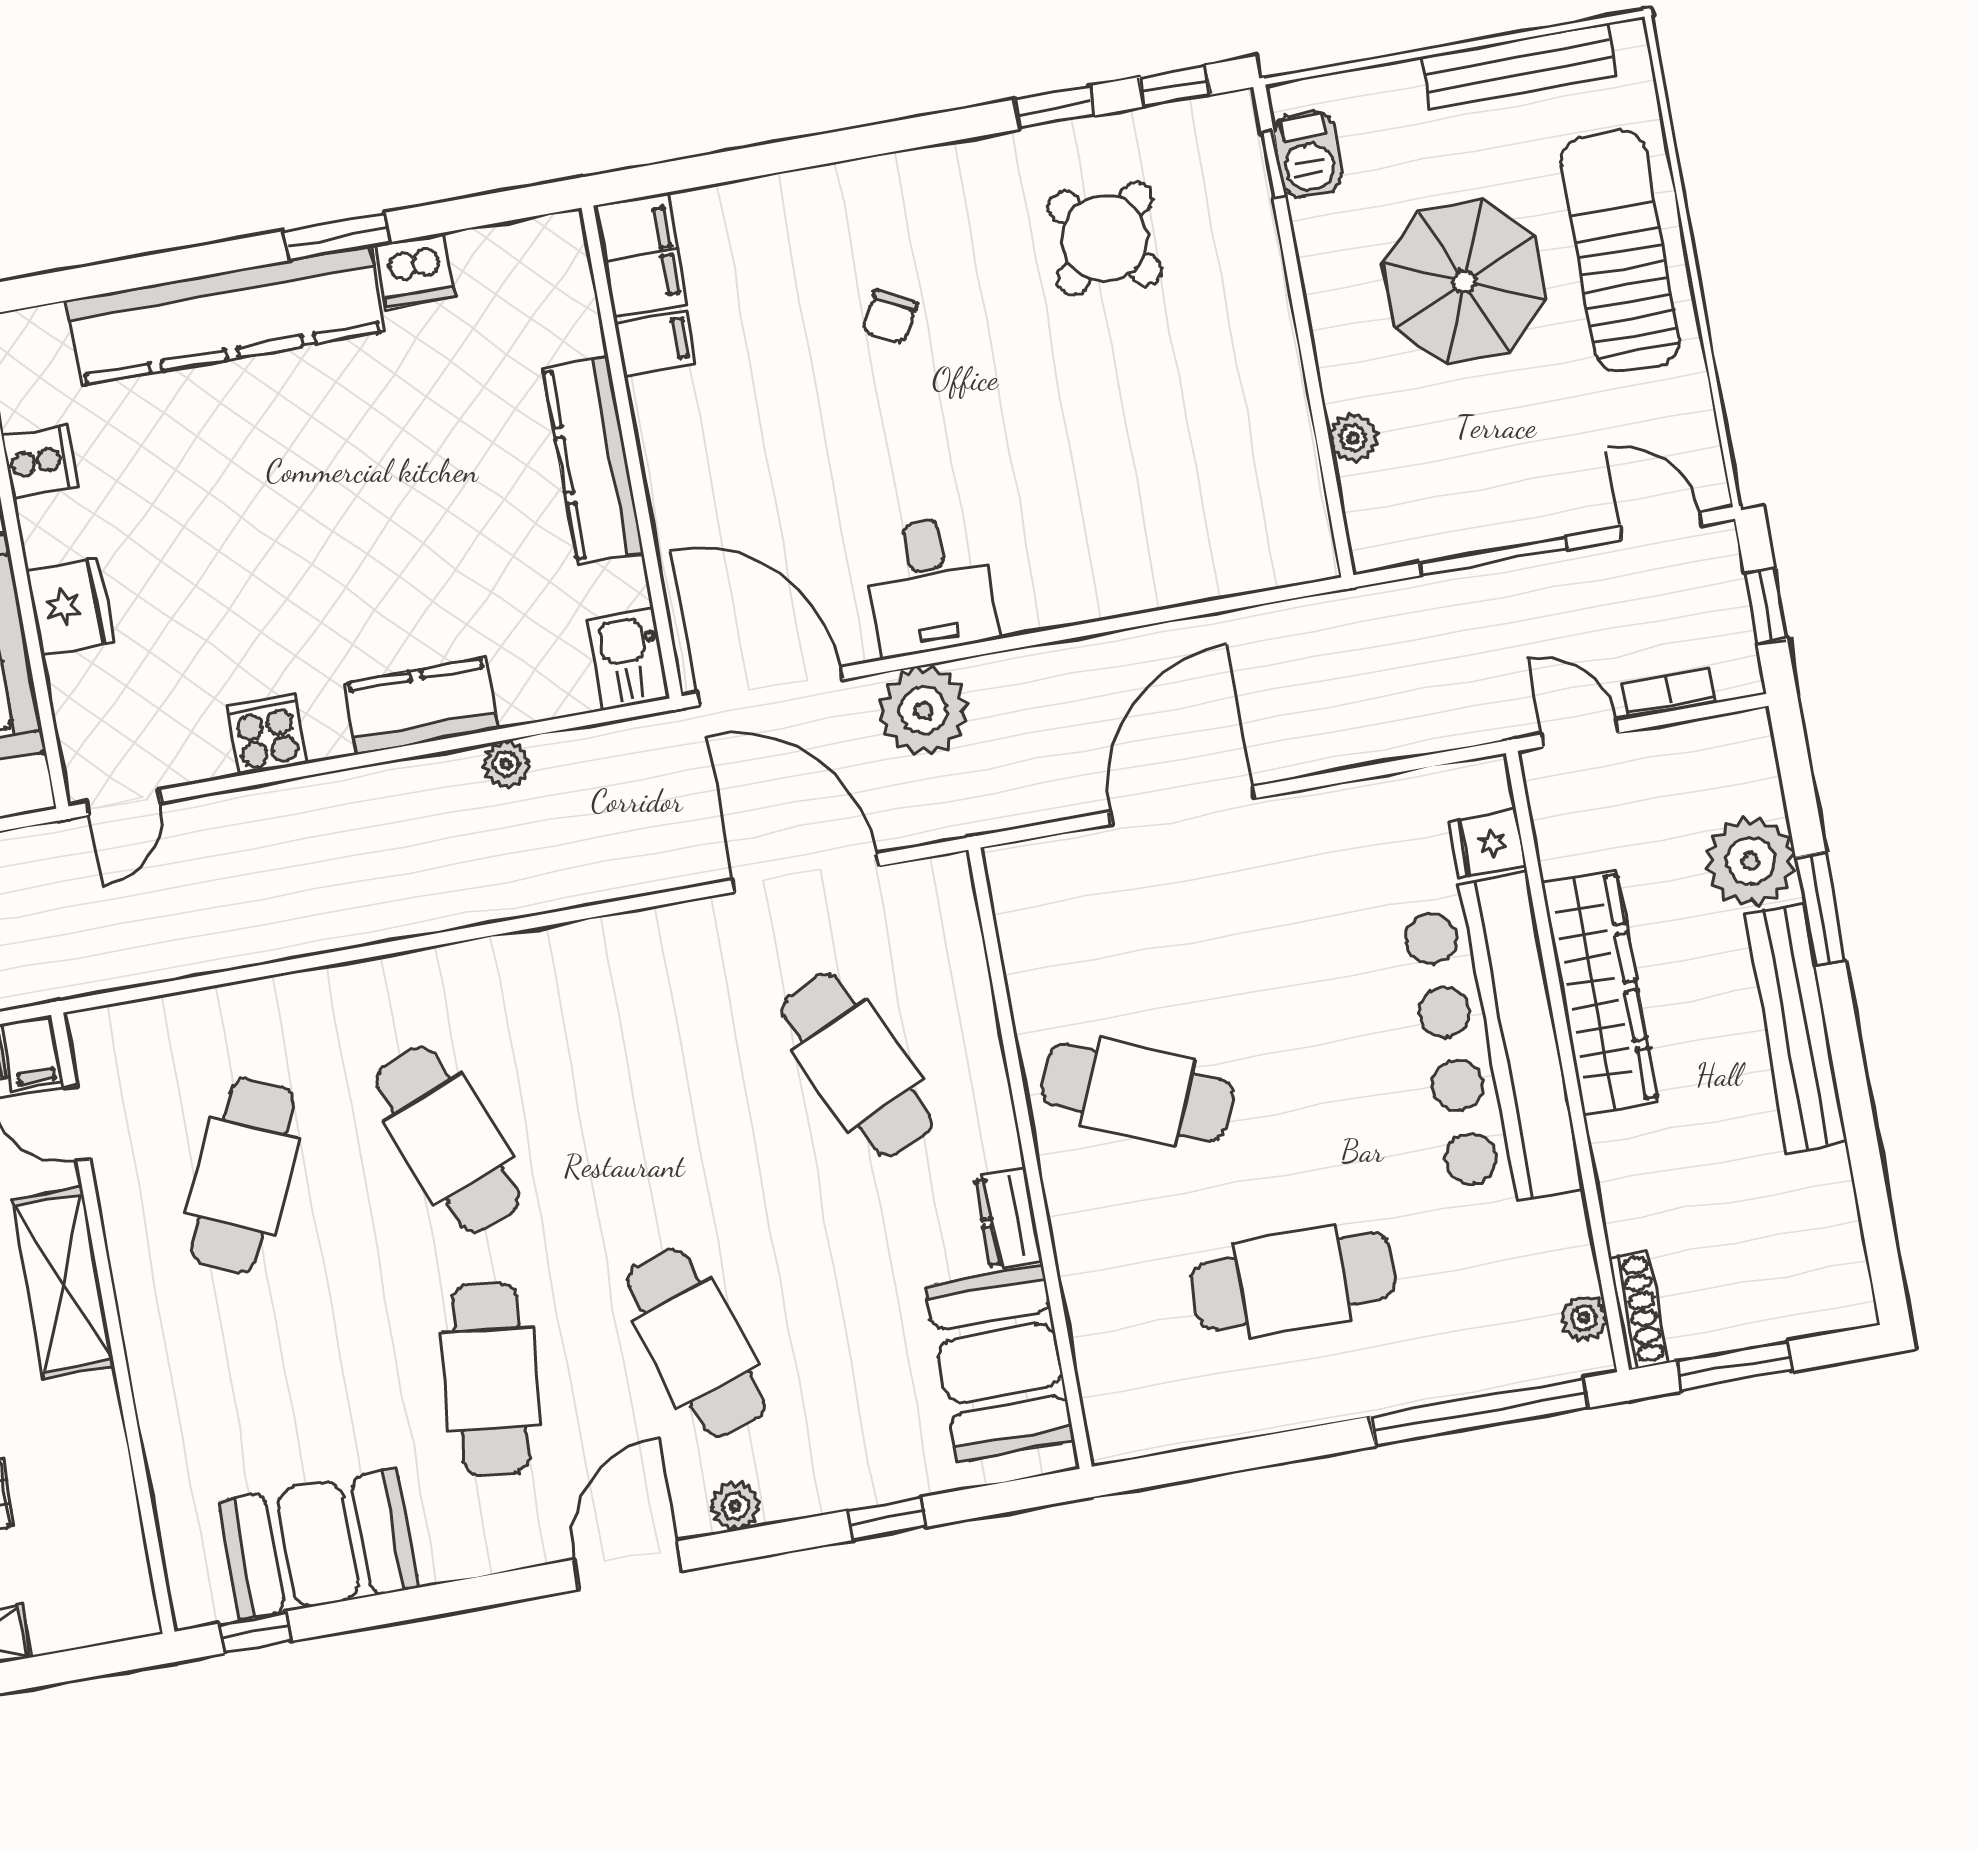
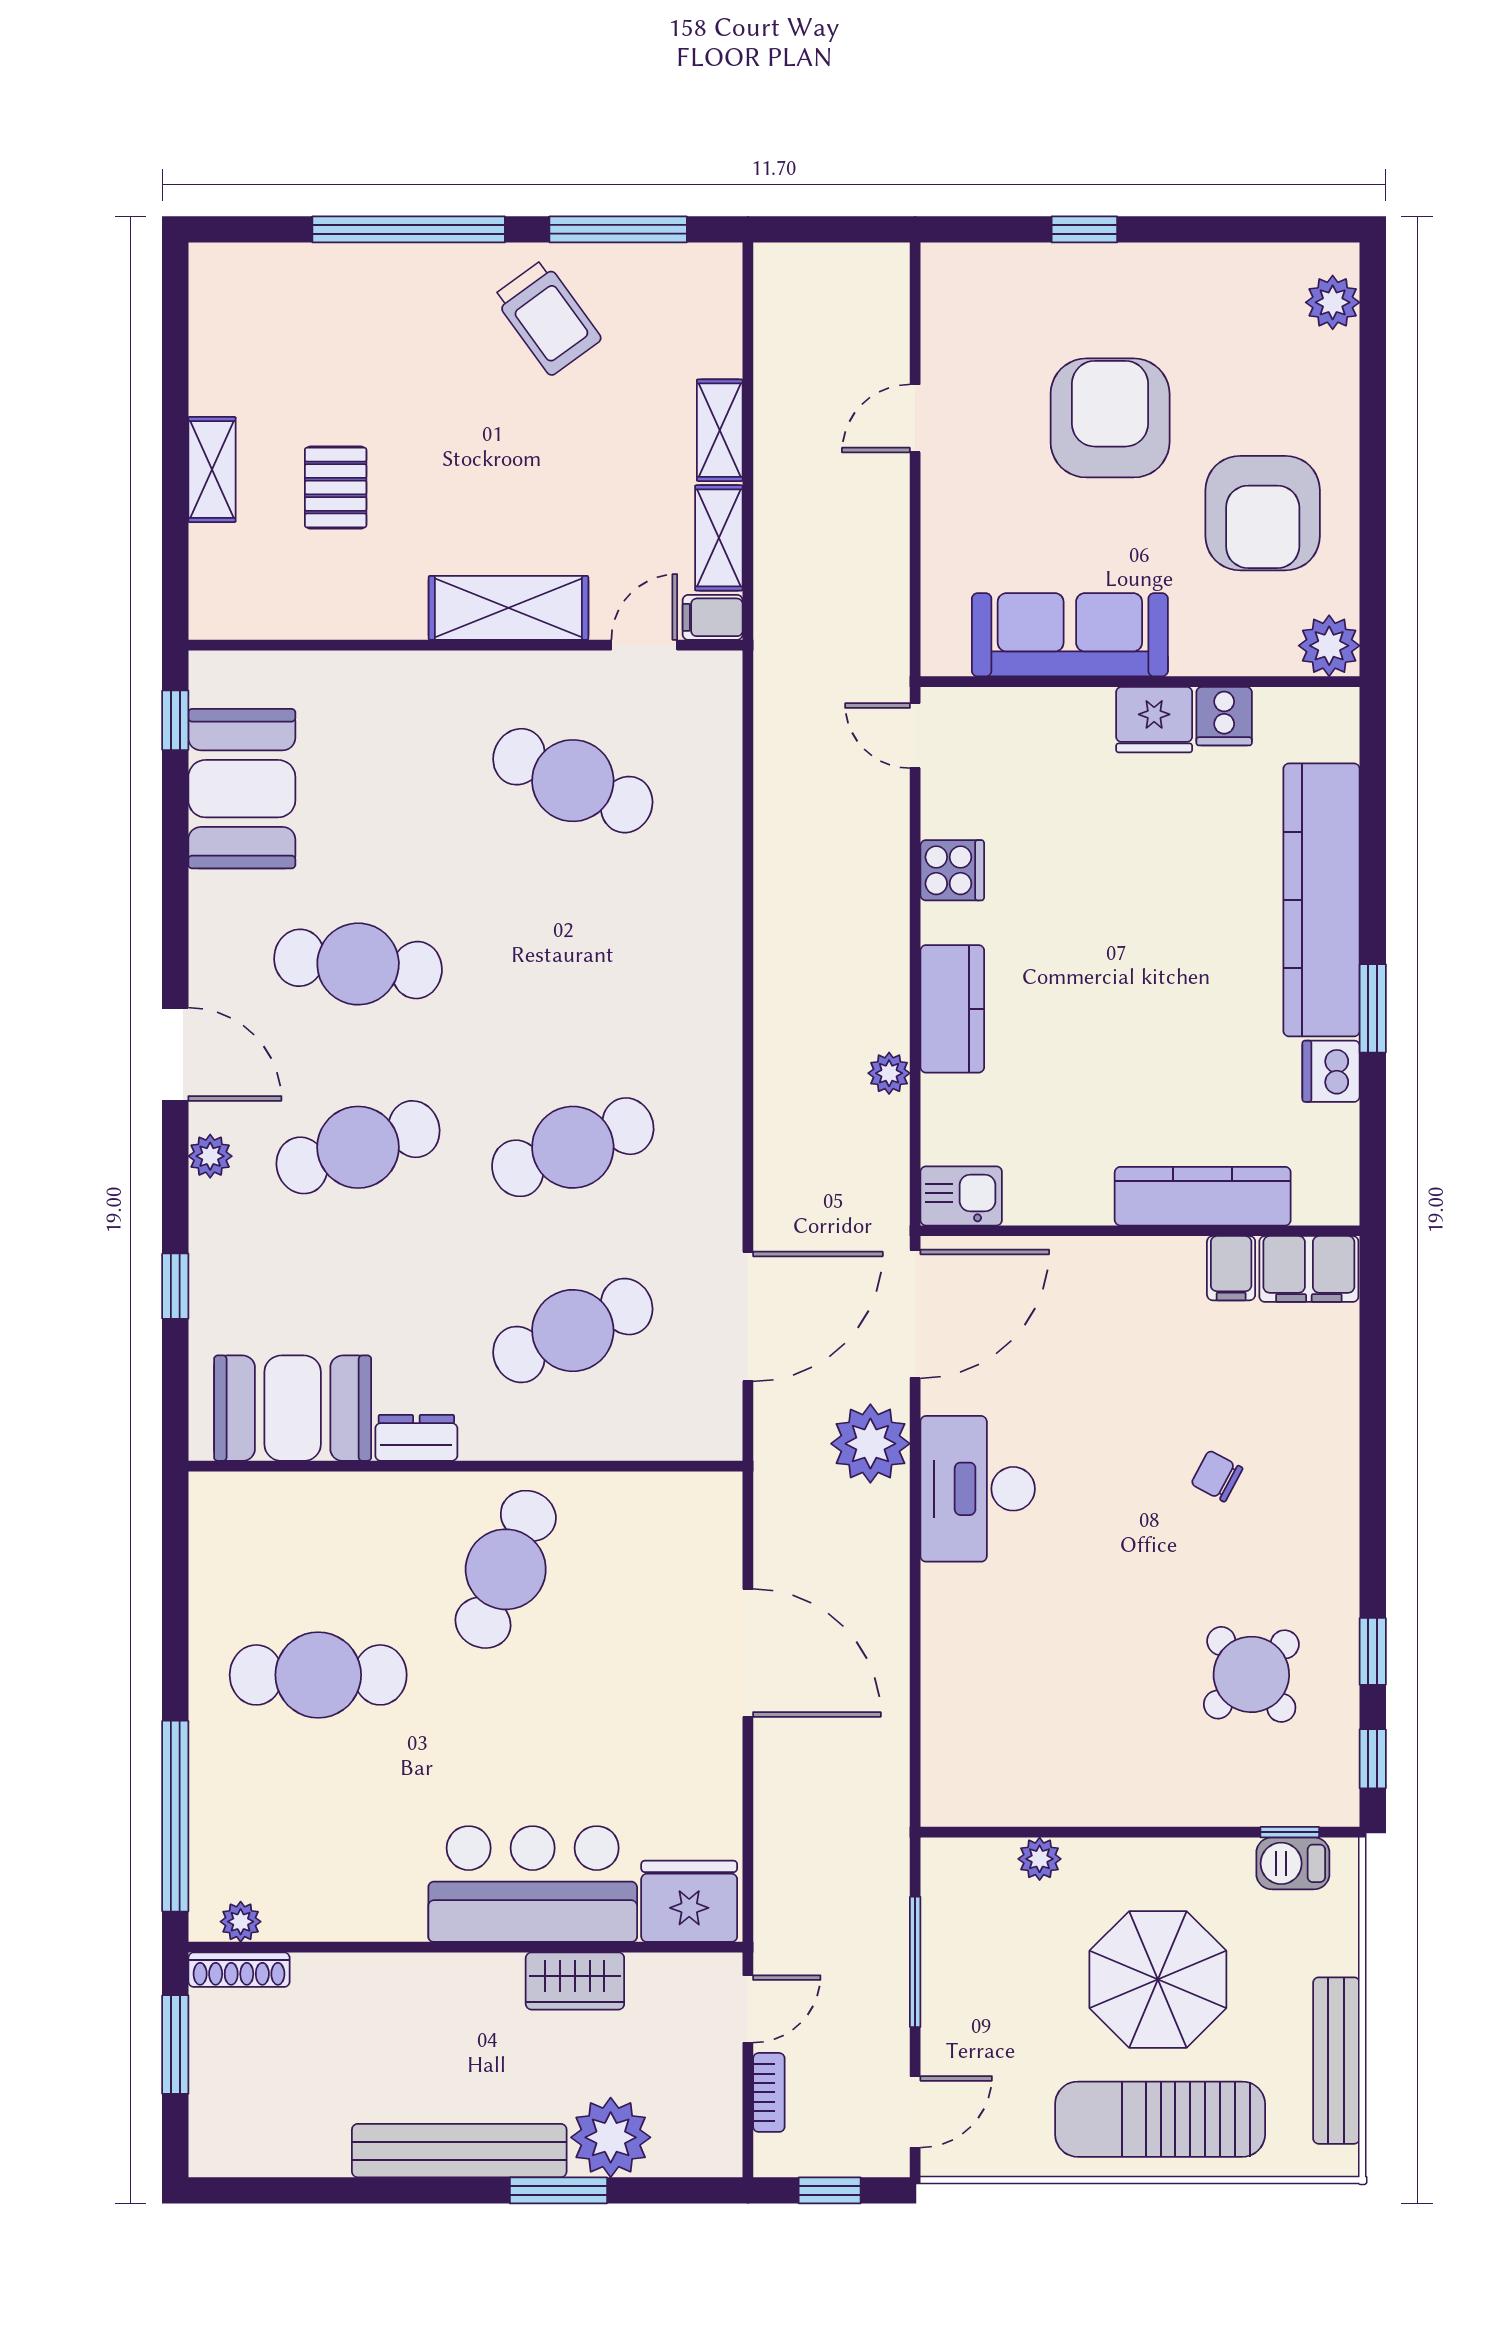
sun lounger: (1620, 251) -> (1160, 2119), turned 180
kitchen counter: (593, 460) -> (1203, 1196), moved
desk: (930, 585) -> (978, 1489), width x1.37
fridge: (70, 606) -> (1154, 720), moved
fridge: (1487, 844) -> (689, 1901), width x1.88, depth x1.34
wardrobe: (1600, 992) -> (575, 1981), width x0.48, depth x0.85
bar counter: (1491, 1042) -> (533, 1884), width x0.73
cafe table: (447, 1139) -> (573, 1147), moved
cafe table: (1293, 1281) -> (318, 1675), turned 90

